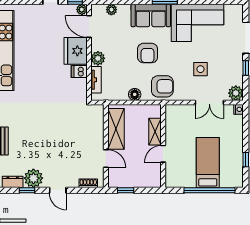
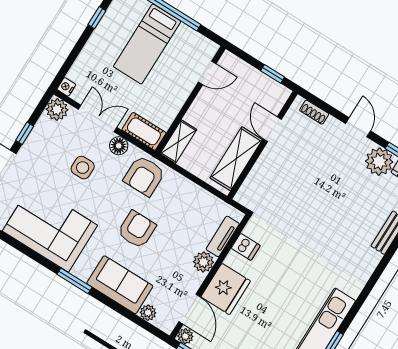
sofa: (151, 16) -> (120, 285), moved
dishwasher: (79, 72) -> (246, 247), moved
armchair: (162, 86) -> (144, 176), turned -90
floor lamp: (135, 94) -> (119, 146), moved
cot: (178, 112) -> (144, 131), added
shelving: (155, 132) -> (178, 142), moved
door: (163, 154) -> (207, 73), moved

